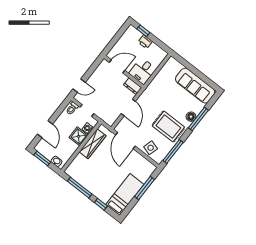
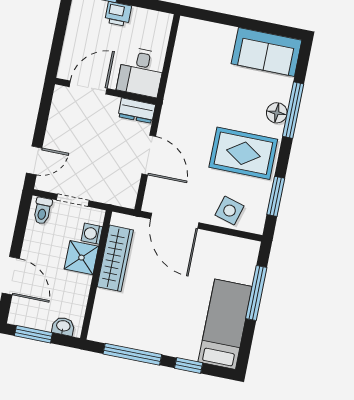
sofa: (195, 86) -> (267, 52), width x0.73
window: (173, 152) -> (276, 196), width x0.69

